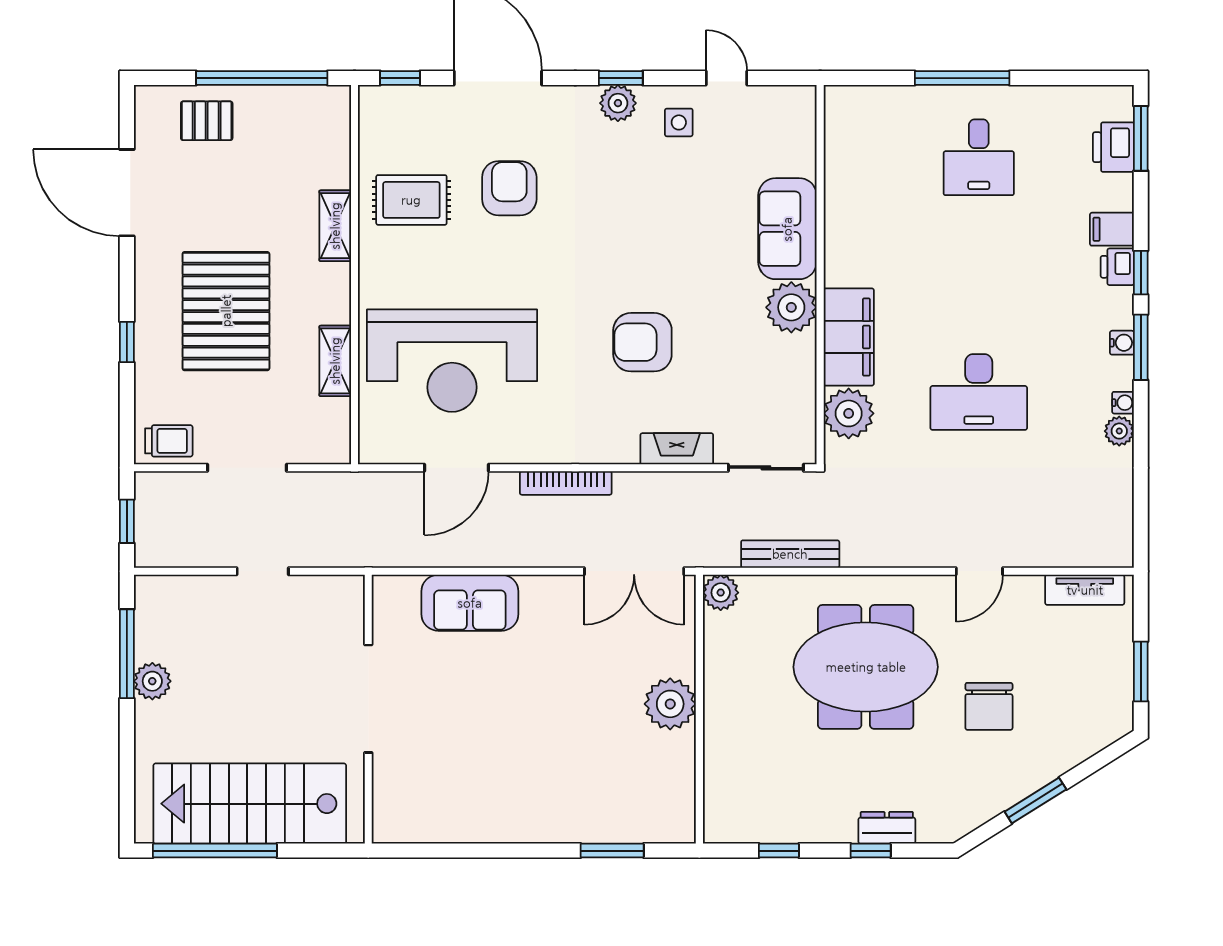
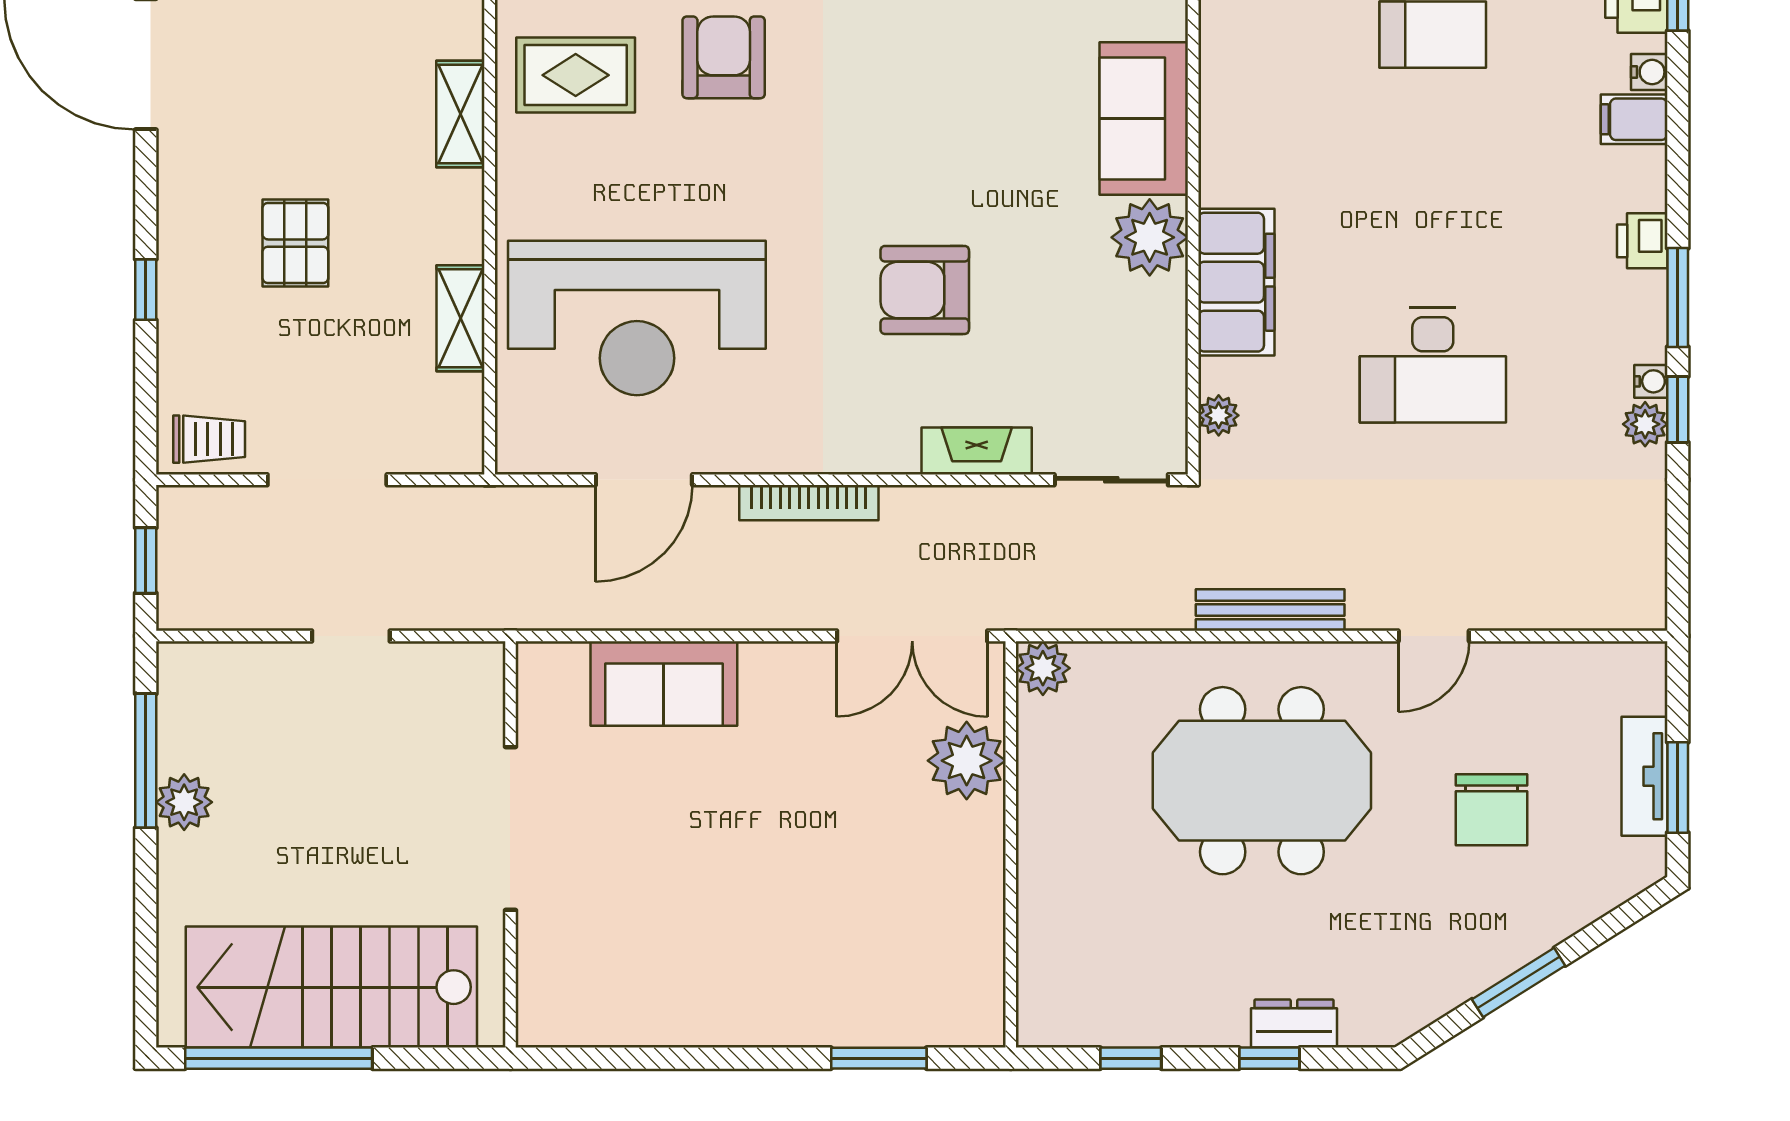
printer: (1117, 267) -> (1642, 241), moved
window: (1141, 273) -> (1678, 409), moved
pallet: (226, 311) -> (295, 243), width x0.49, depth x0.50
water cooler: (1122, 343) -> (1649, 72), moved
plant: (849, 413) -> (1219, 415), width x0.53, depth x0.53
bench: (790, 554) -> (1270, 610), moved
tv unit: (1085, 590) -> (1644, 776), moved, turned 90
plant: (670, 704) -> (967, 761), moved
chair: (989, 706) -> (1492, 810), moved

